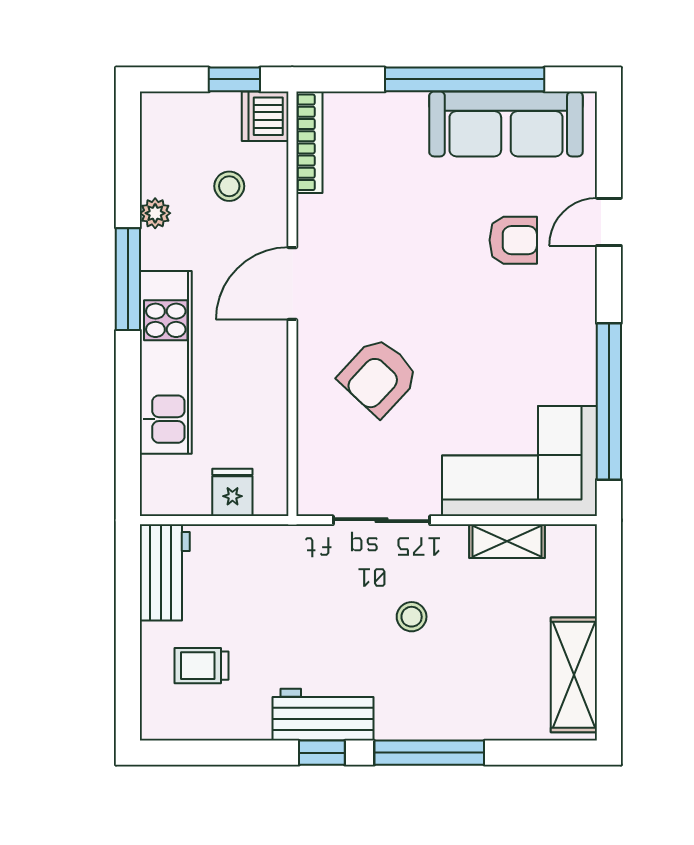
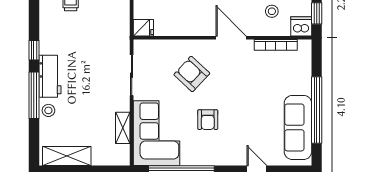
bookcase: (309, 142) -> (276, 45), moved
armchair: (513, 240) -> (208, 120), moved
fridge: (232, 492) -> (143, 28), moved
stool: (412, 617) -> (48, 110), moved
workbench: (323, 715) -> (50, 76), moved

